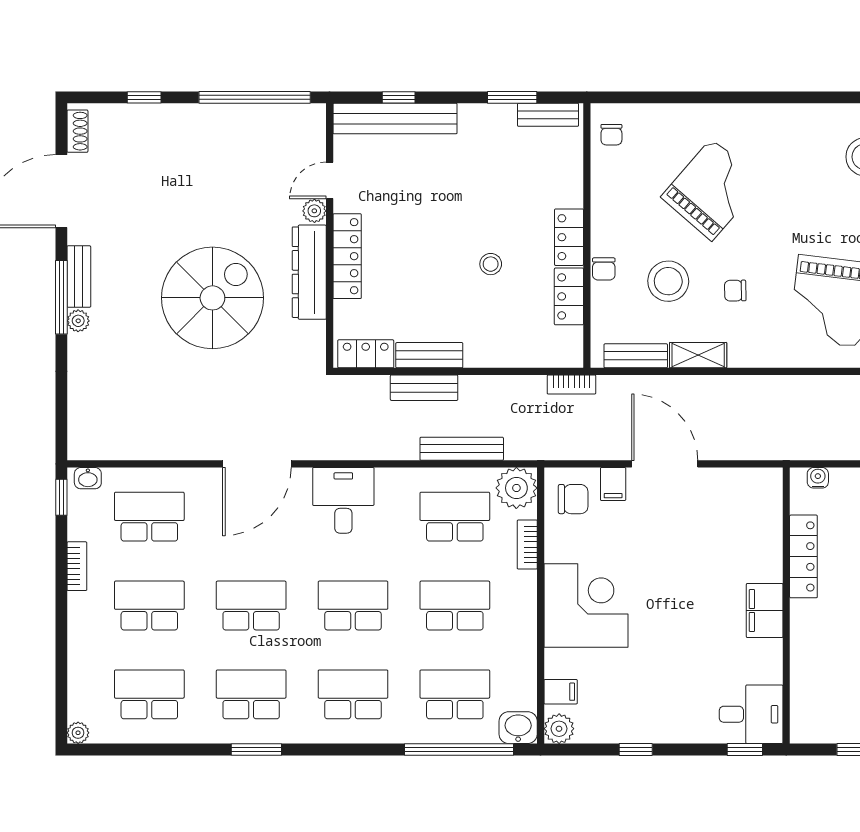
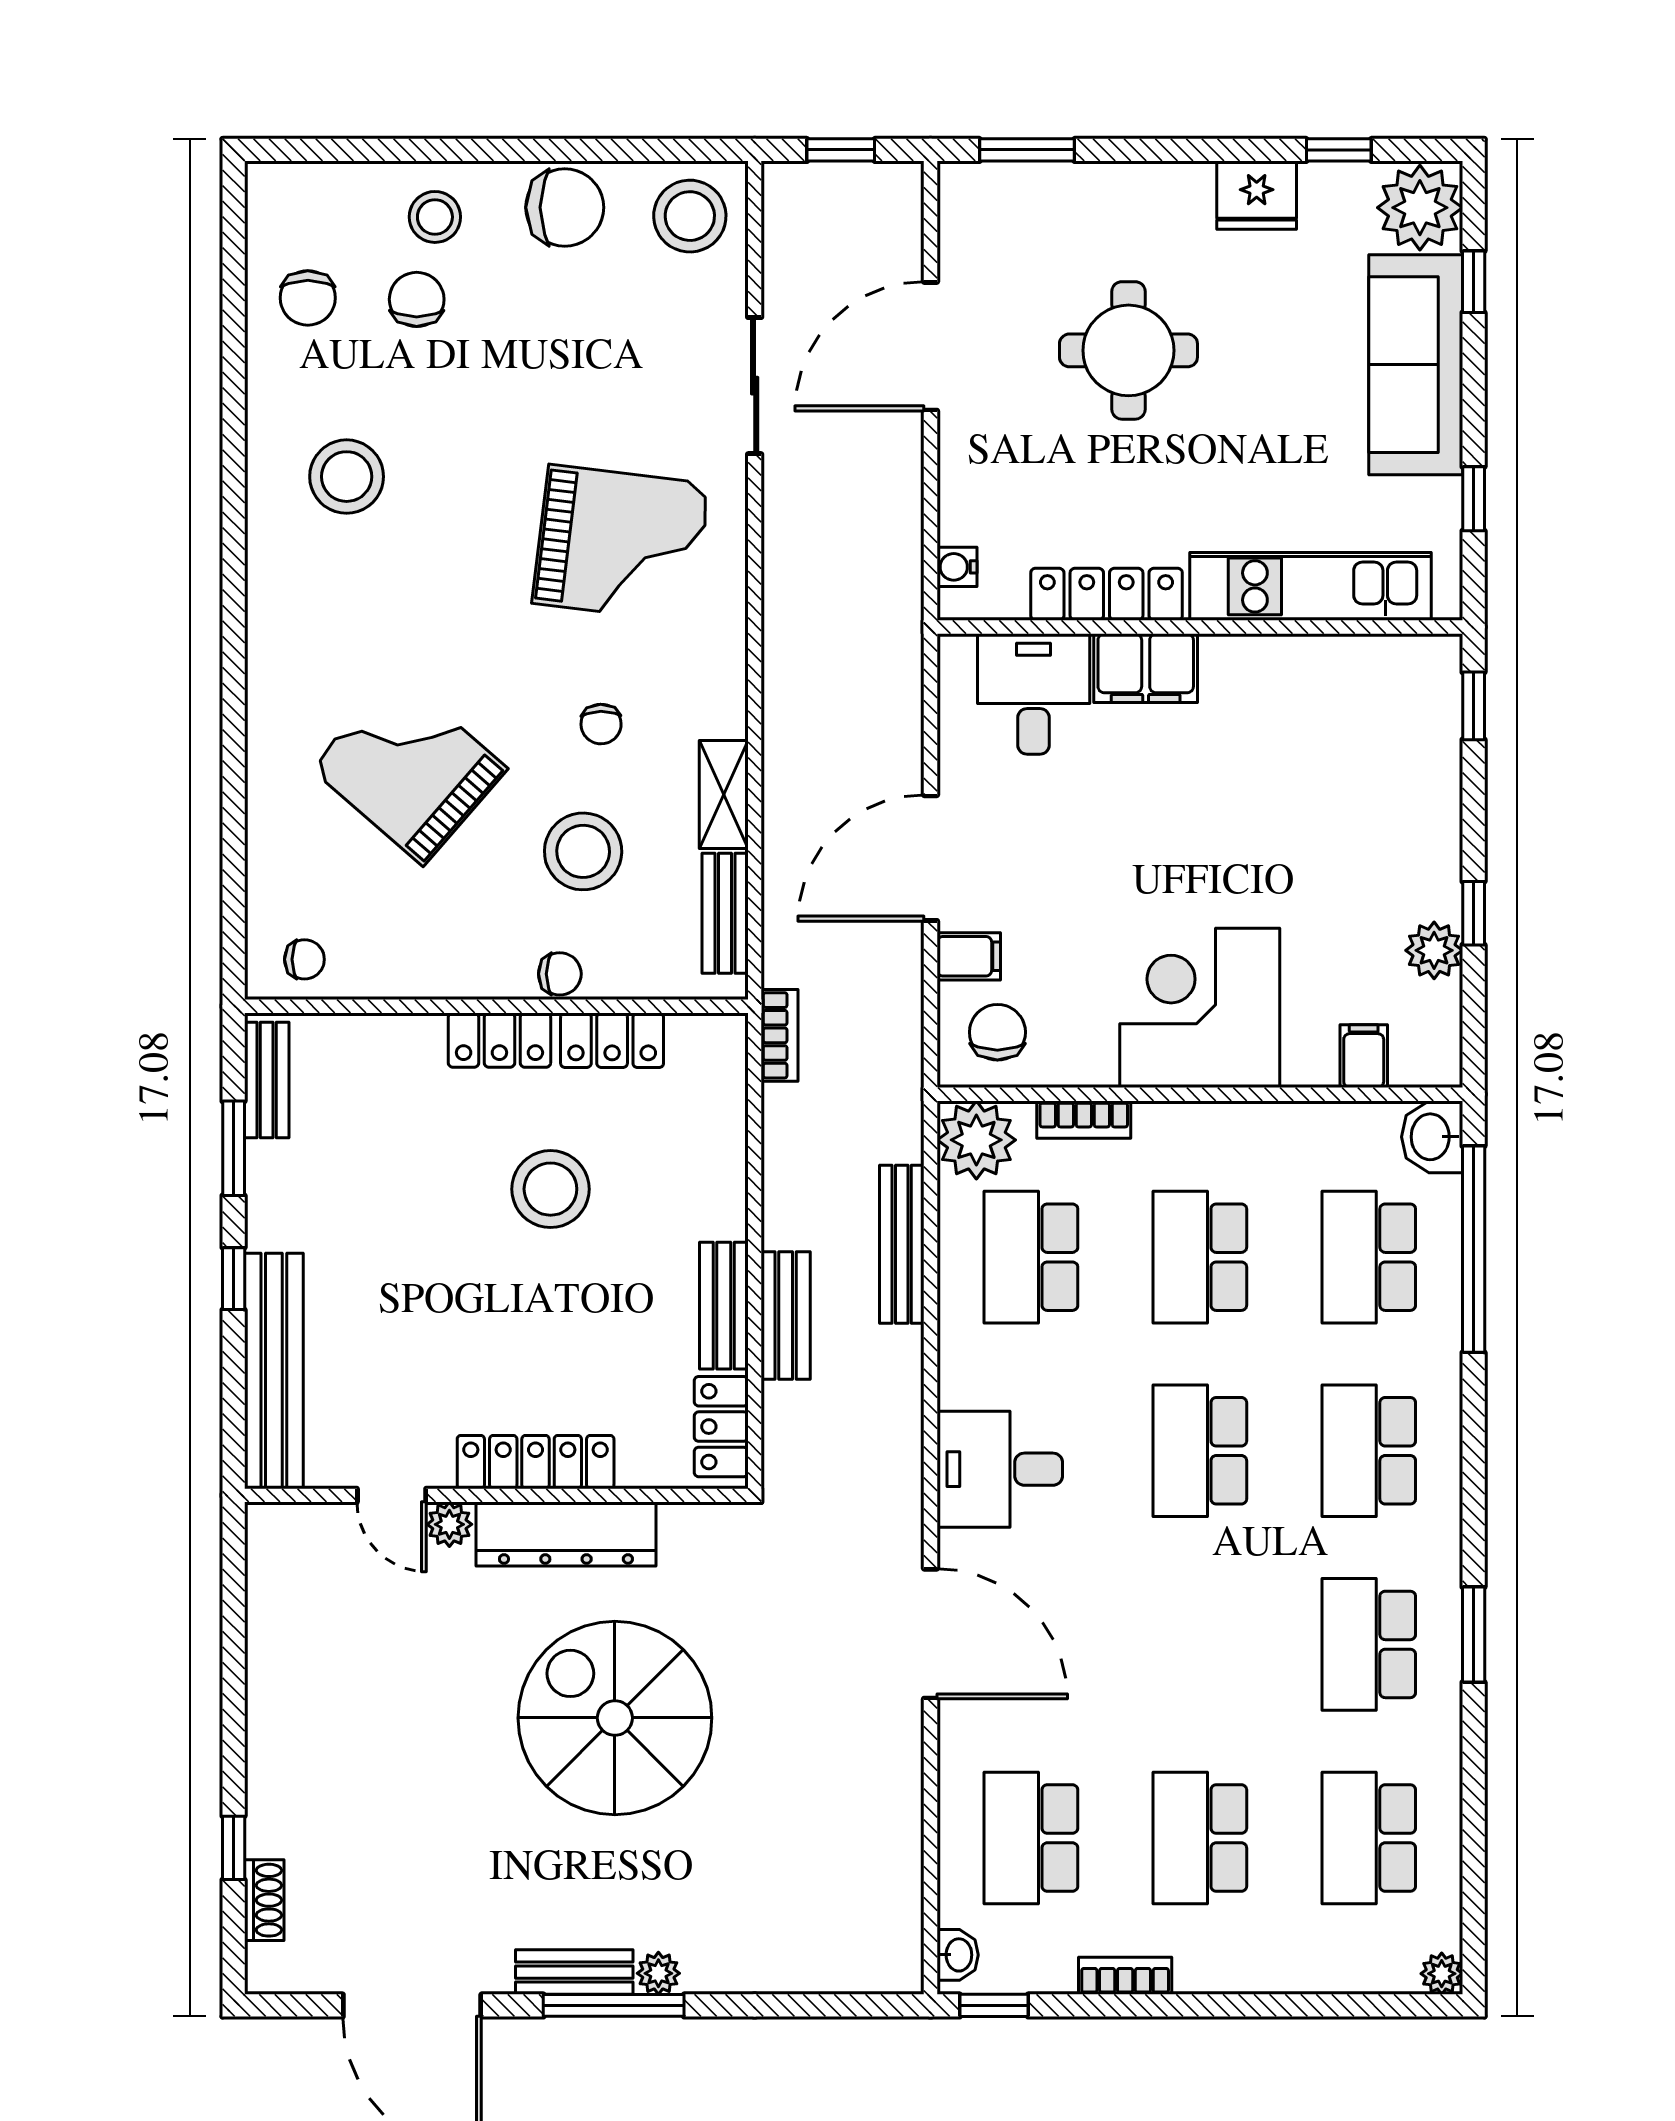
window: (255, 97) -> (234, 1638), removed
window: (399, 97) -> (234, 1279), moved
shoe rack: (77, 131) -> (264, 1900), moved, turned 90
stool: (491, 264) -> (550, 1189), width x1.89, depth x1.89
school desk: (251, 606) -> (1200, 1644), removed
filing cabinet: (765, 611) -> (1146, 668), moved
kitchen unit: (808, 664) -> (1310, 586), added
desk: (751, 714) -> (1034, 694), moved
plant: (559, 729) -> (1434, 950), moved

